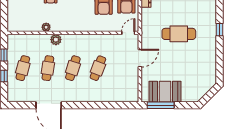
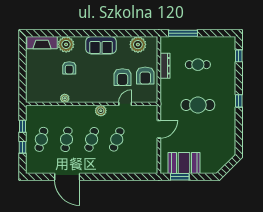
door: (128, 33) -> (125, 104), moved
plant: (56, 40) -> (101, 111), moved
window: (161, 105) -> (180, 177), width x0.69

